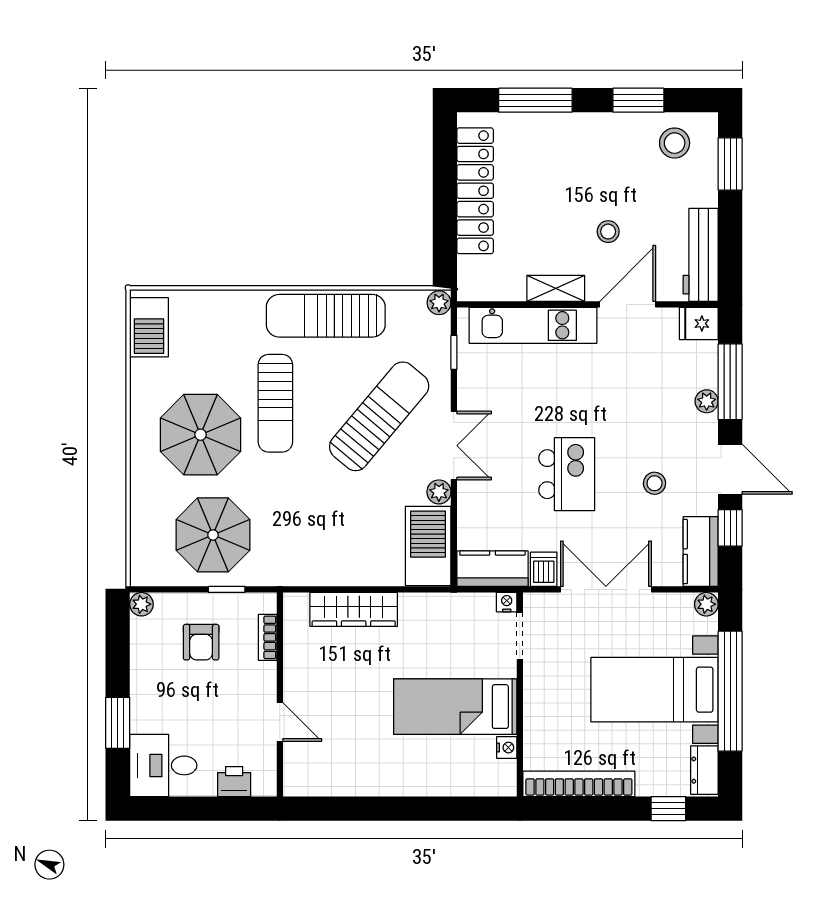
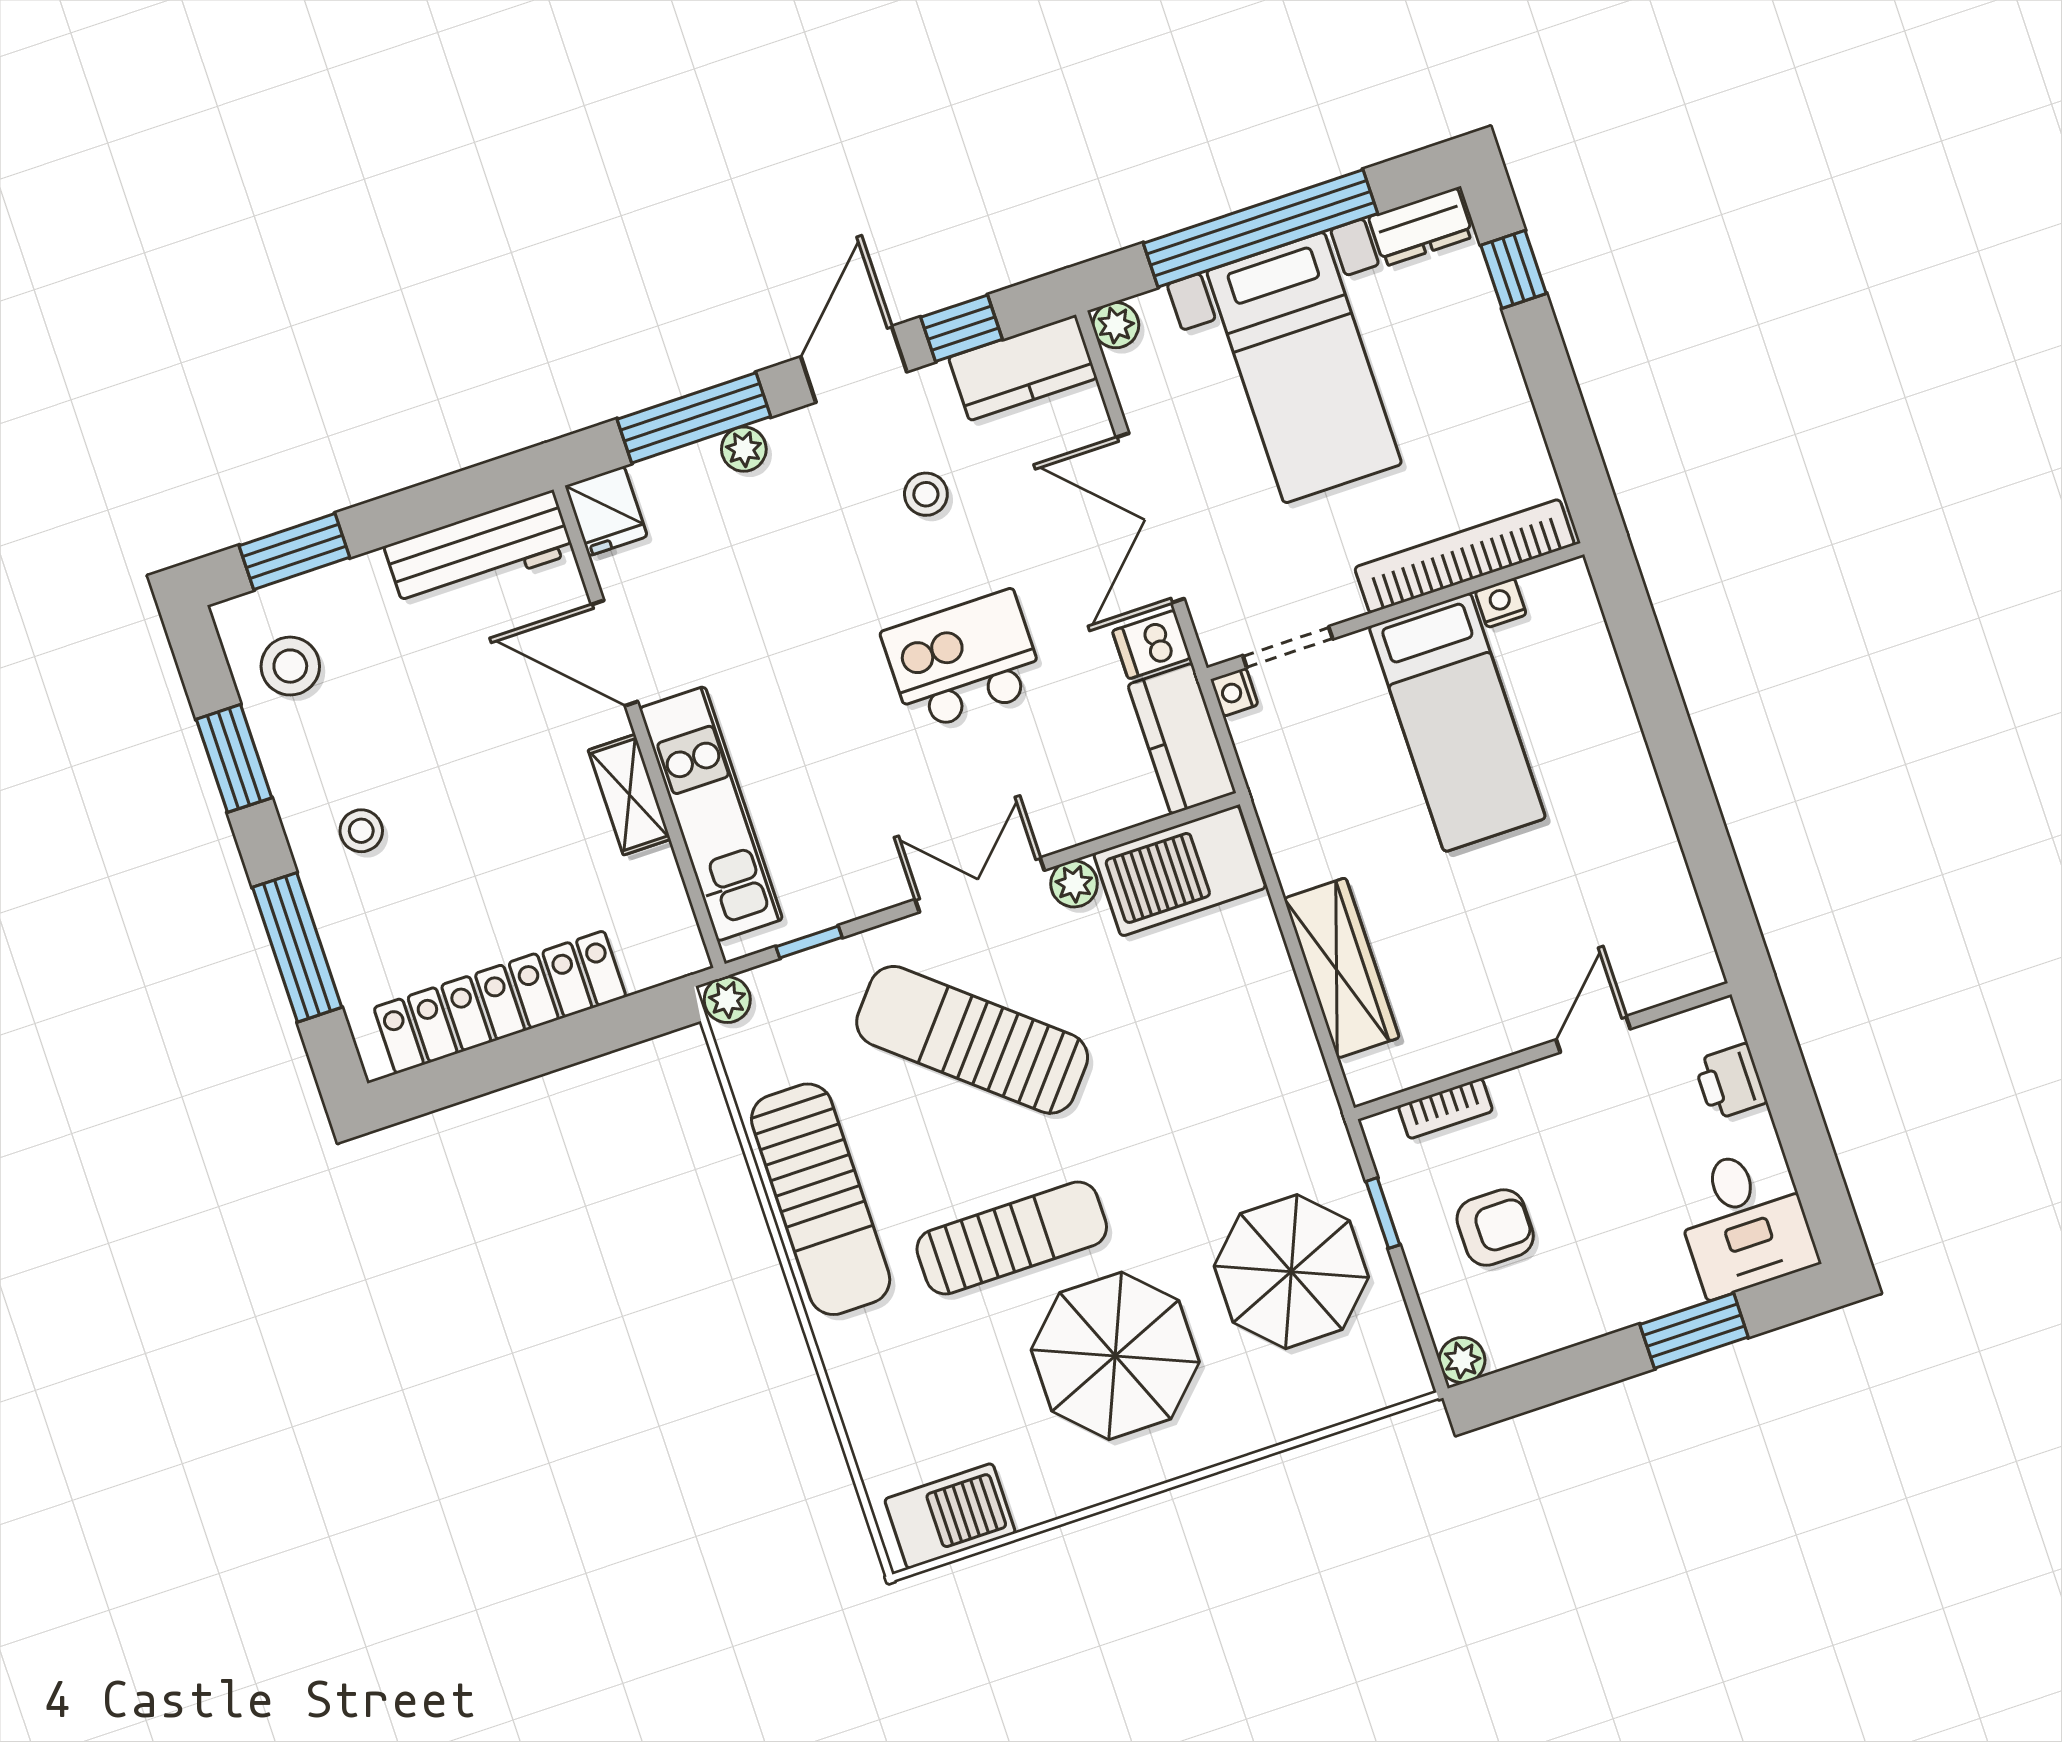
stool: (608, 232) -> (361, 831), moved
bookcase: (579, 784) -> (1465, 556), moved, turned 90

